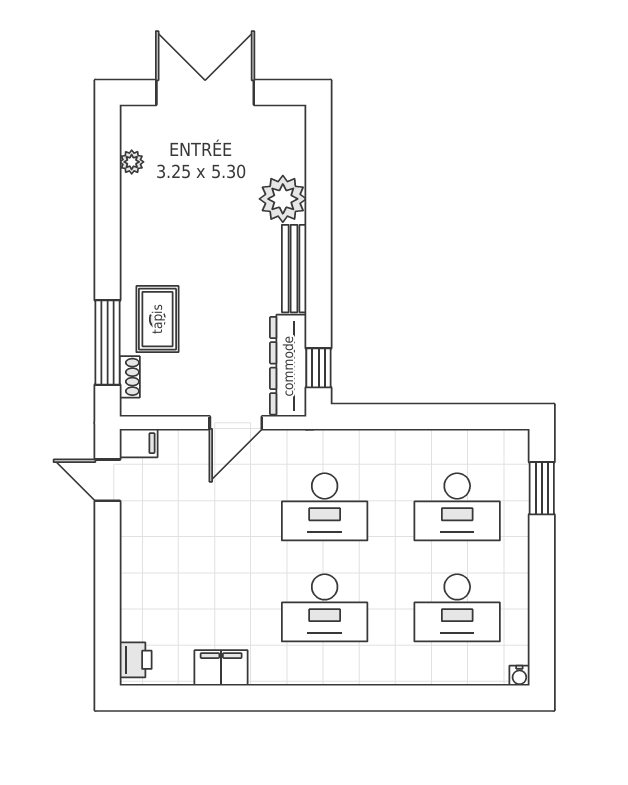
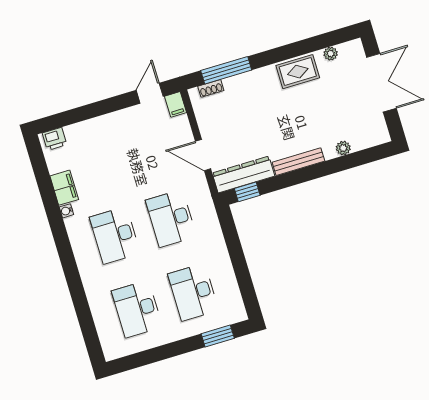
plant: (283, 199) -> (343, 148), width x0.53, depth x0.53
rug: (157, 319) -> (298, 72), moved
water cooler: (519, 676) -> (66, 211), moved

